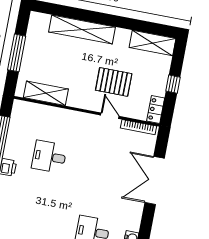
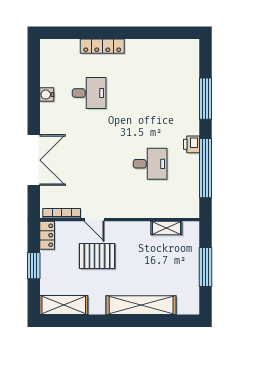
window: (173, 84) -> (34, 266), width x1.50
shelving: (46, 93) -> (166, 228), width x0.67, depth x0.75

